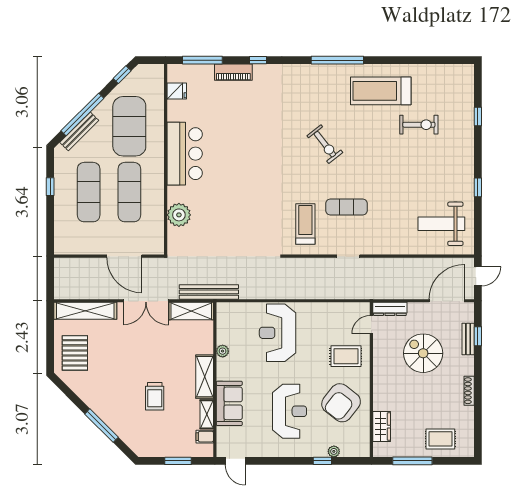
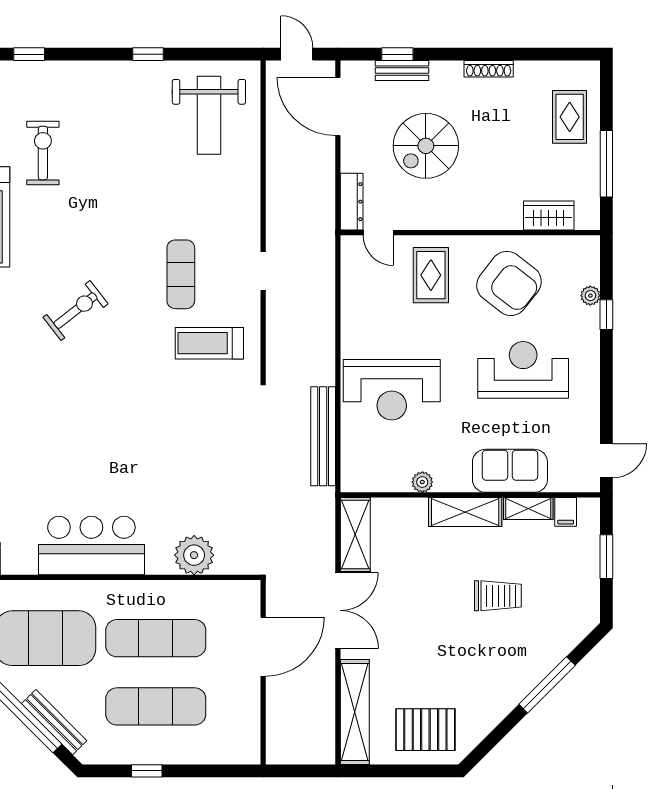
bench: (209, 292) -> (323, 436), moved

